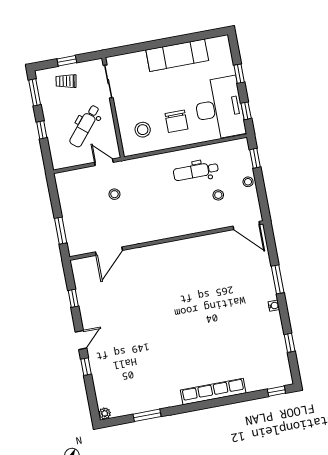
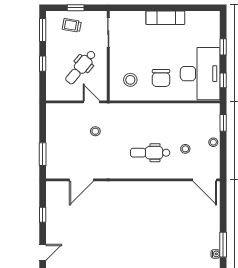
exam couch: (177, 55) -> (165, 18), width x0.73, depth x0.69
dental chair: (196, 171) -> (150, 153), moved
window: (278, 279) -> (223, 245), moved

